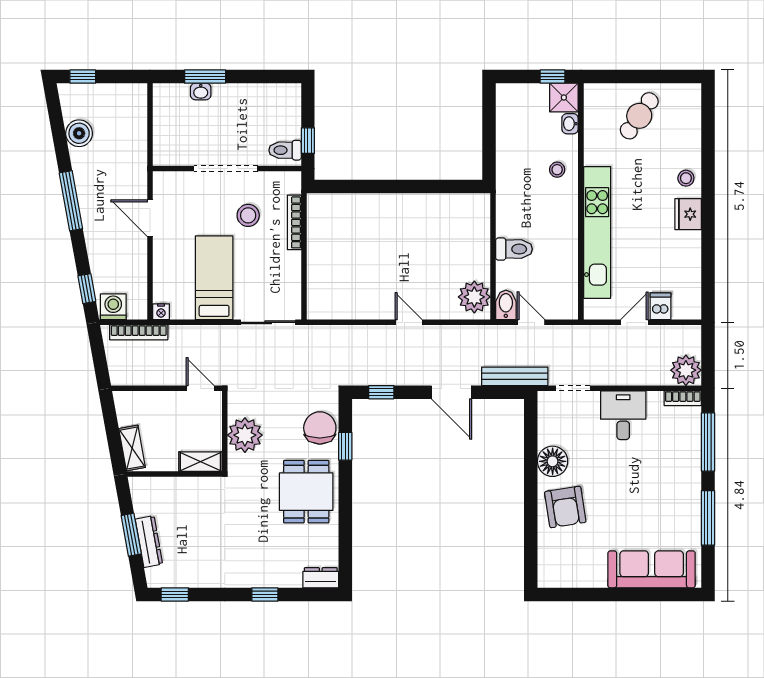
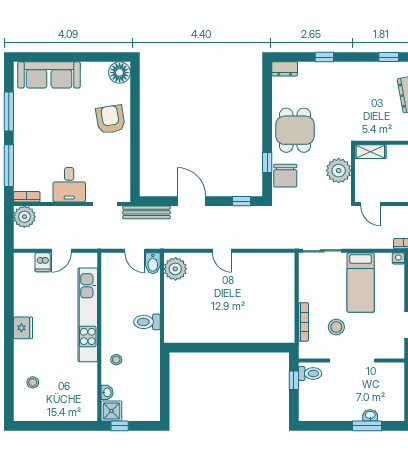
cafe table: (639, 116) -> (58, 398), removed
stool: (686, 178) -> (33, 382), moved
toilet: (514, 249) -> (147, 322), moved
floor lamp: (553, 461) -> (120, 73), moved

